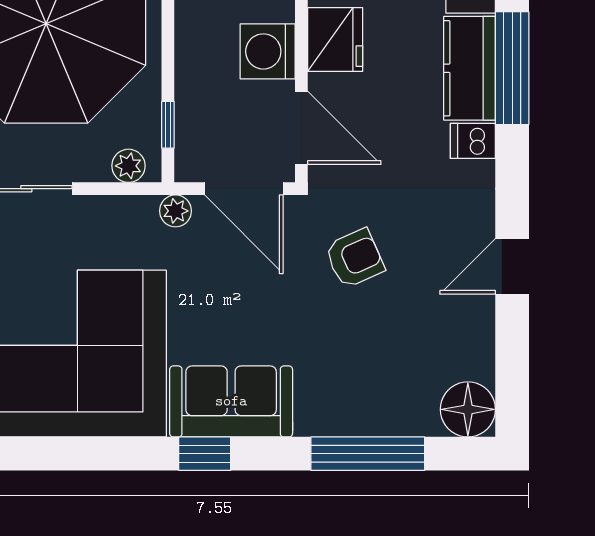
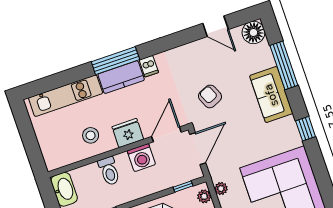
plant: (175, 211) -> (221, 189), moved
door: (512, 266) -> (216, 26), moved
sofa: (231, 401) -> (271, 95), moved

